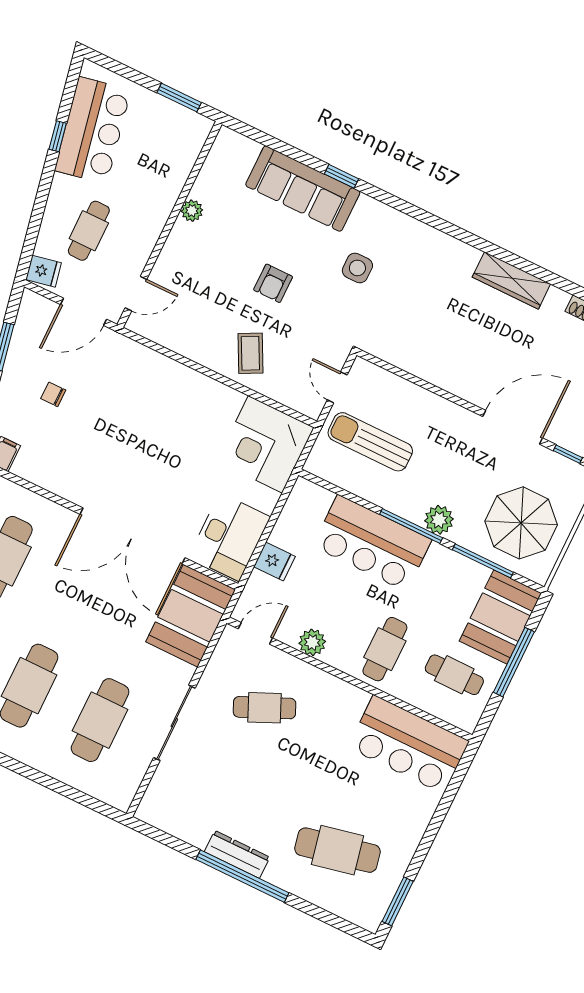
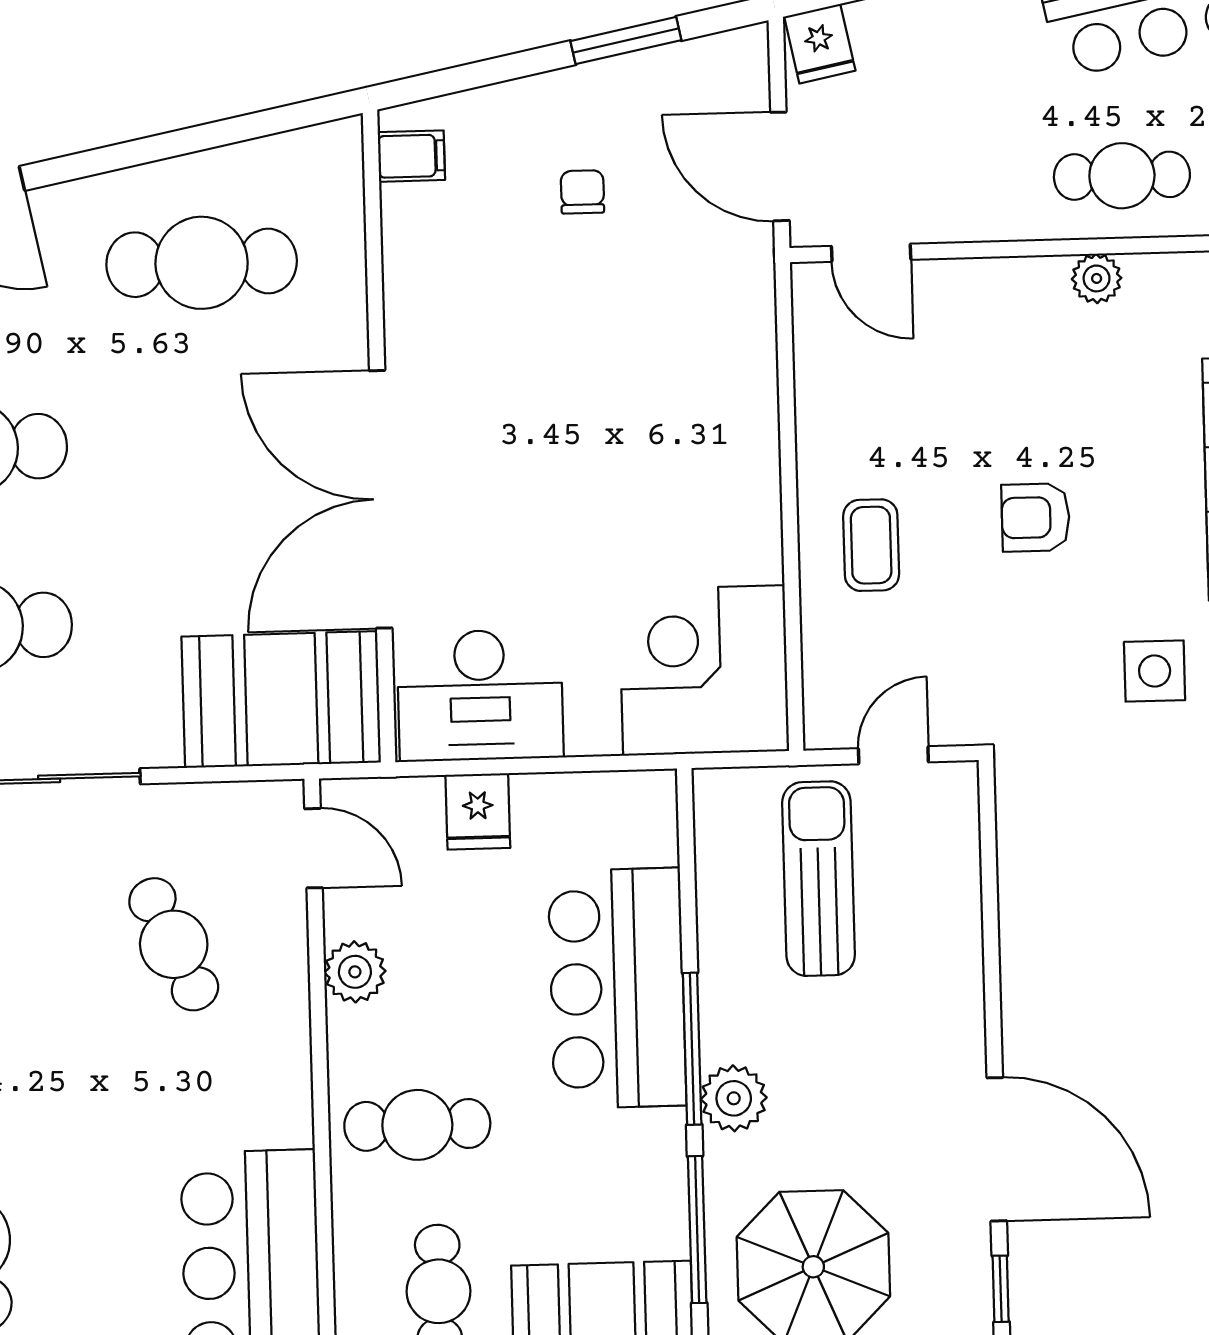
cafe table: (89, 231) -> (1122, 176), moved
coffee table: (250, 353) -> (871, 545), turned -63

